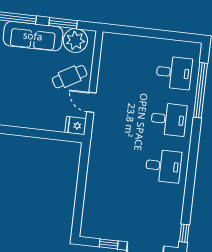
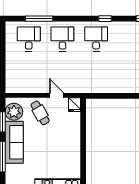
window: (201, 90) -> (39, 19), width x0.68
door: (91, 102) -> (57, 95), swing flipped
window: (190, 181) -> (105, 19), added

